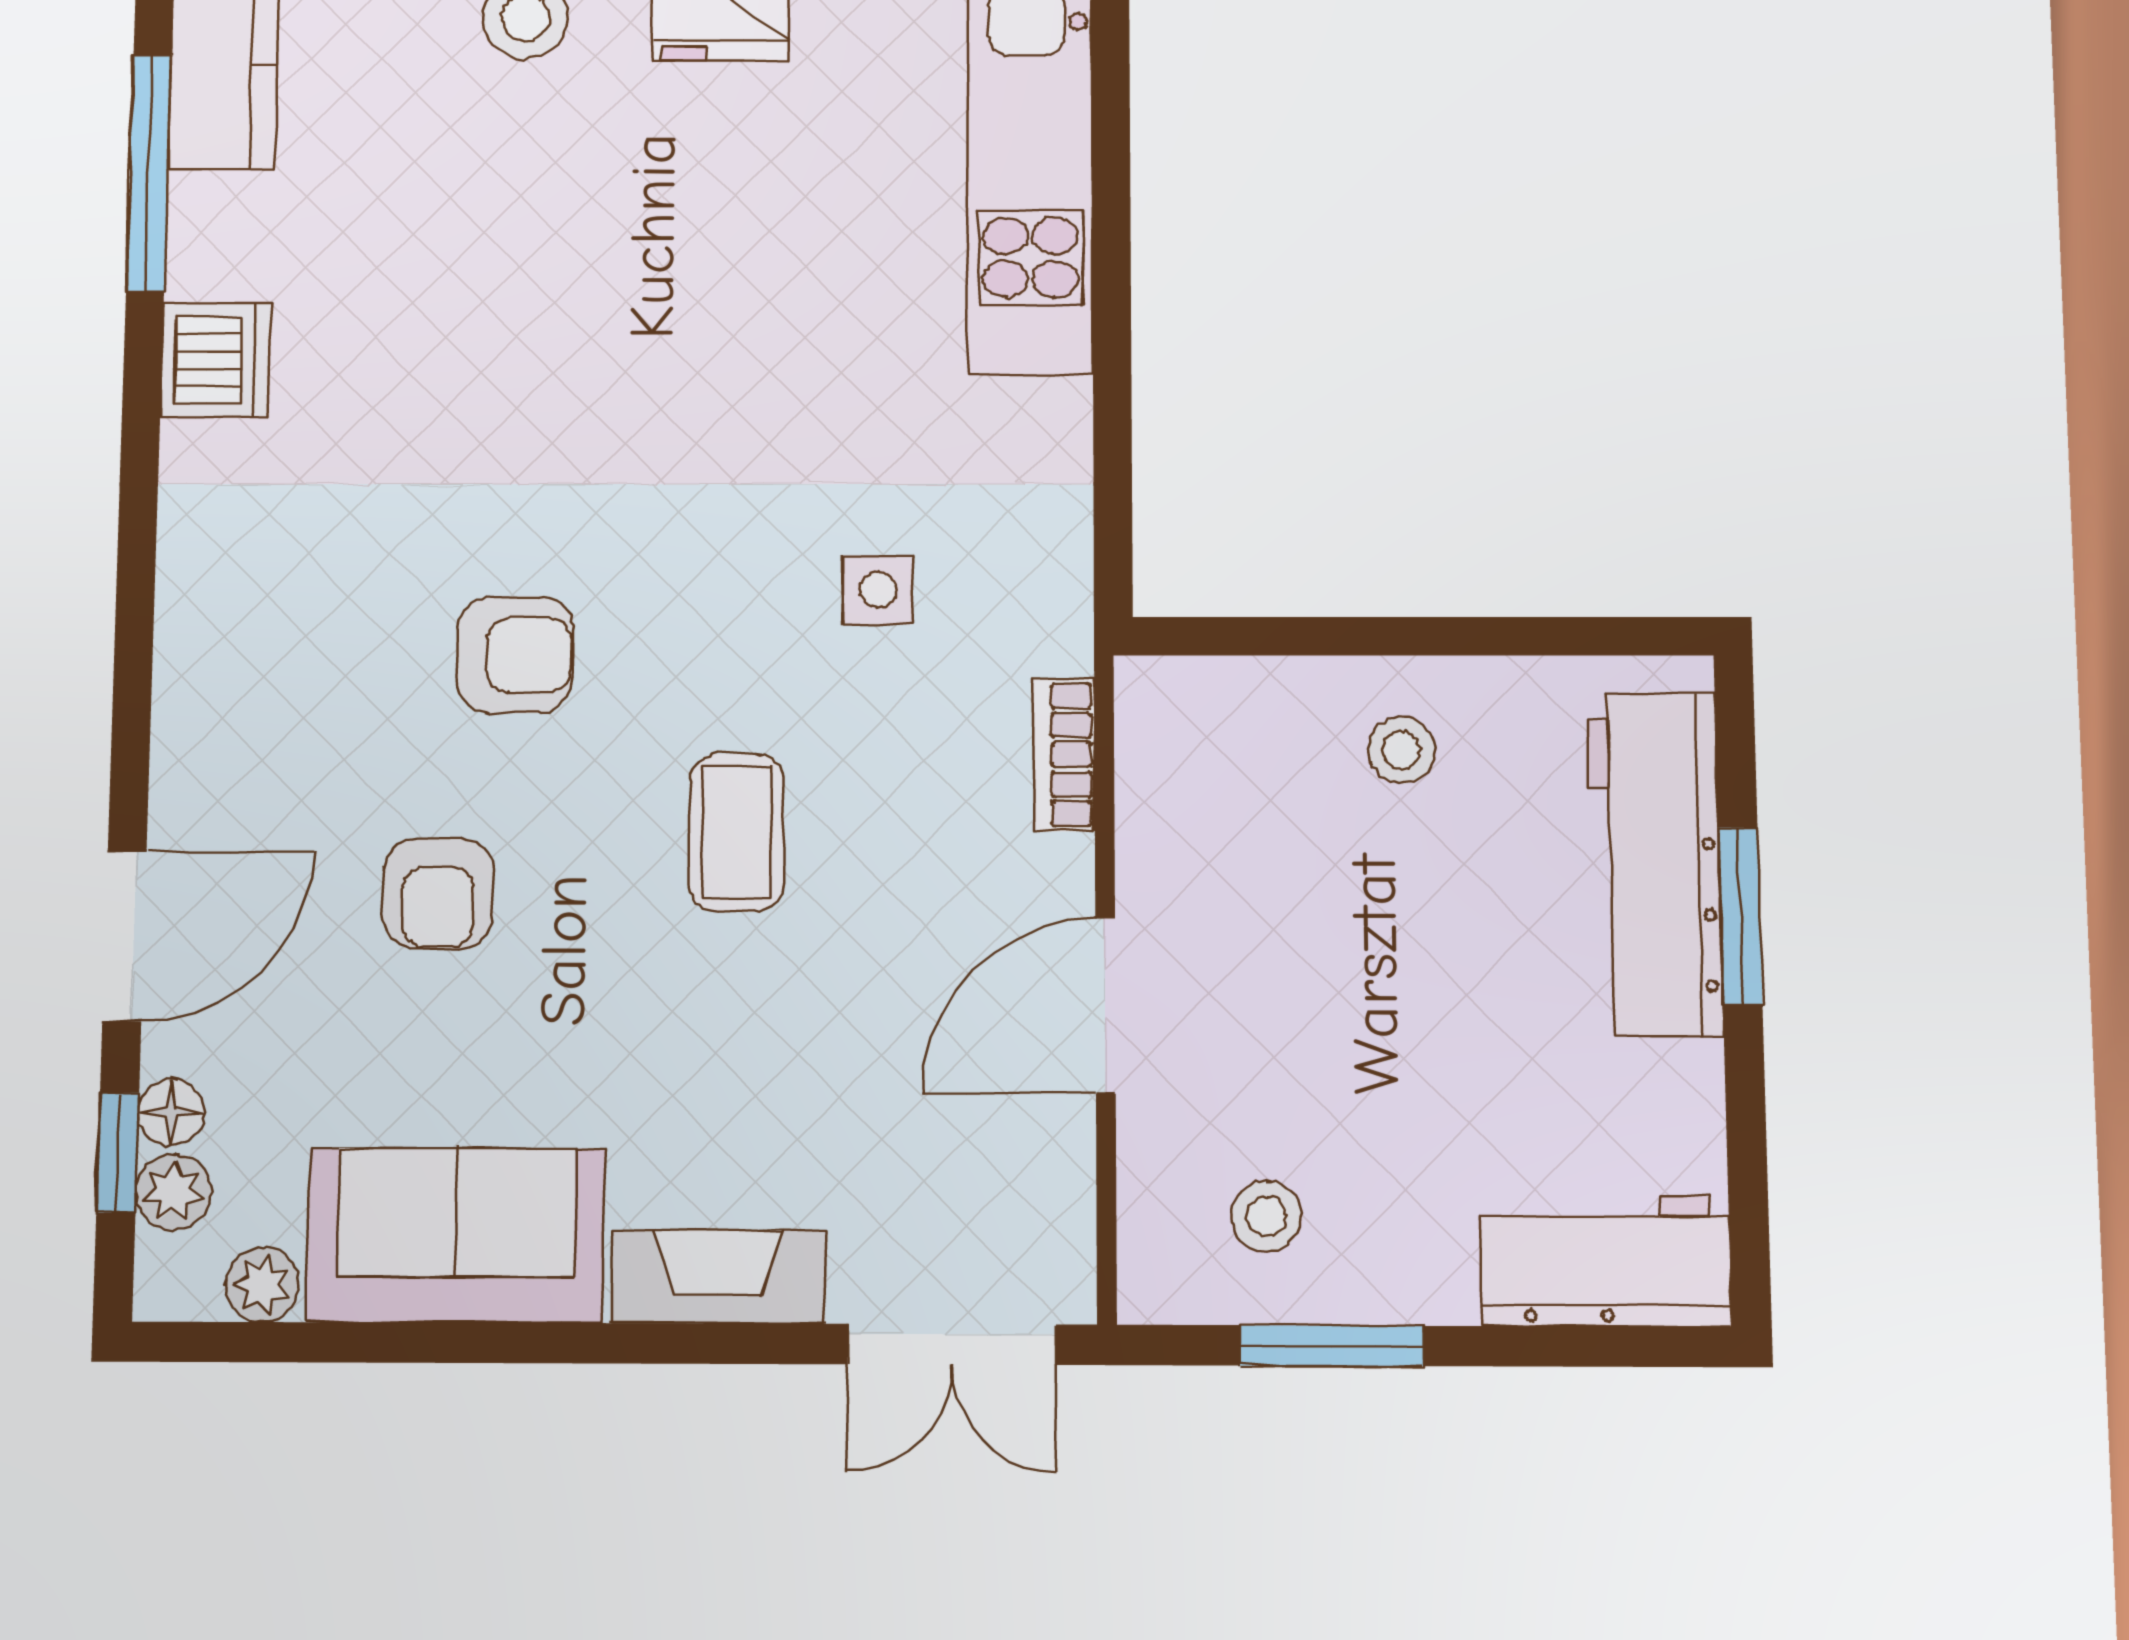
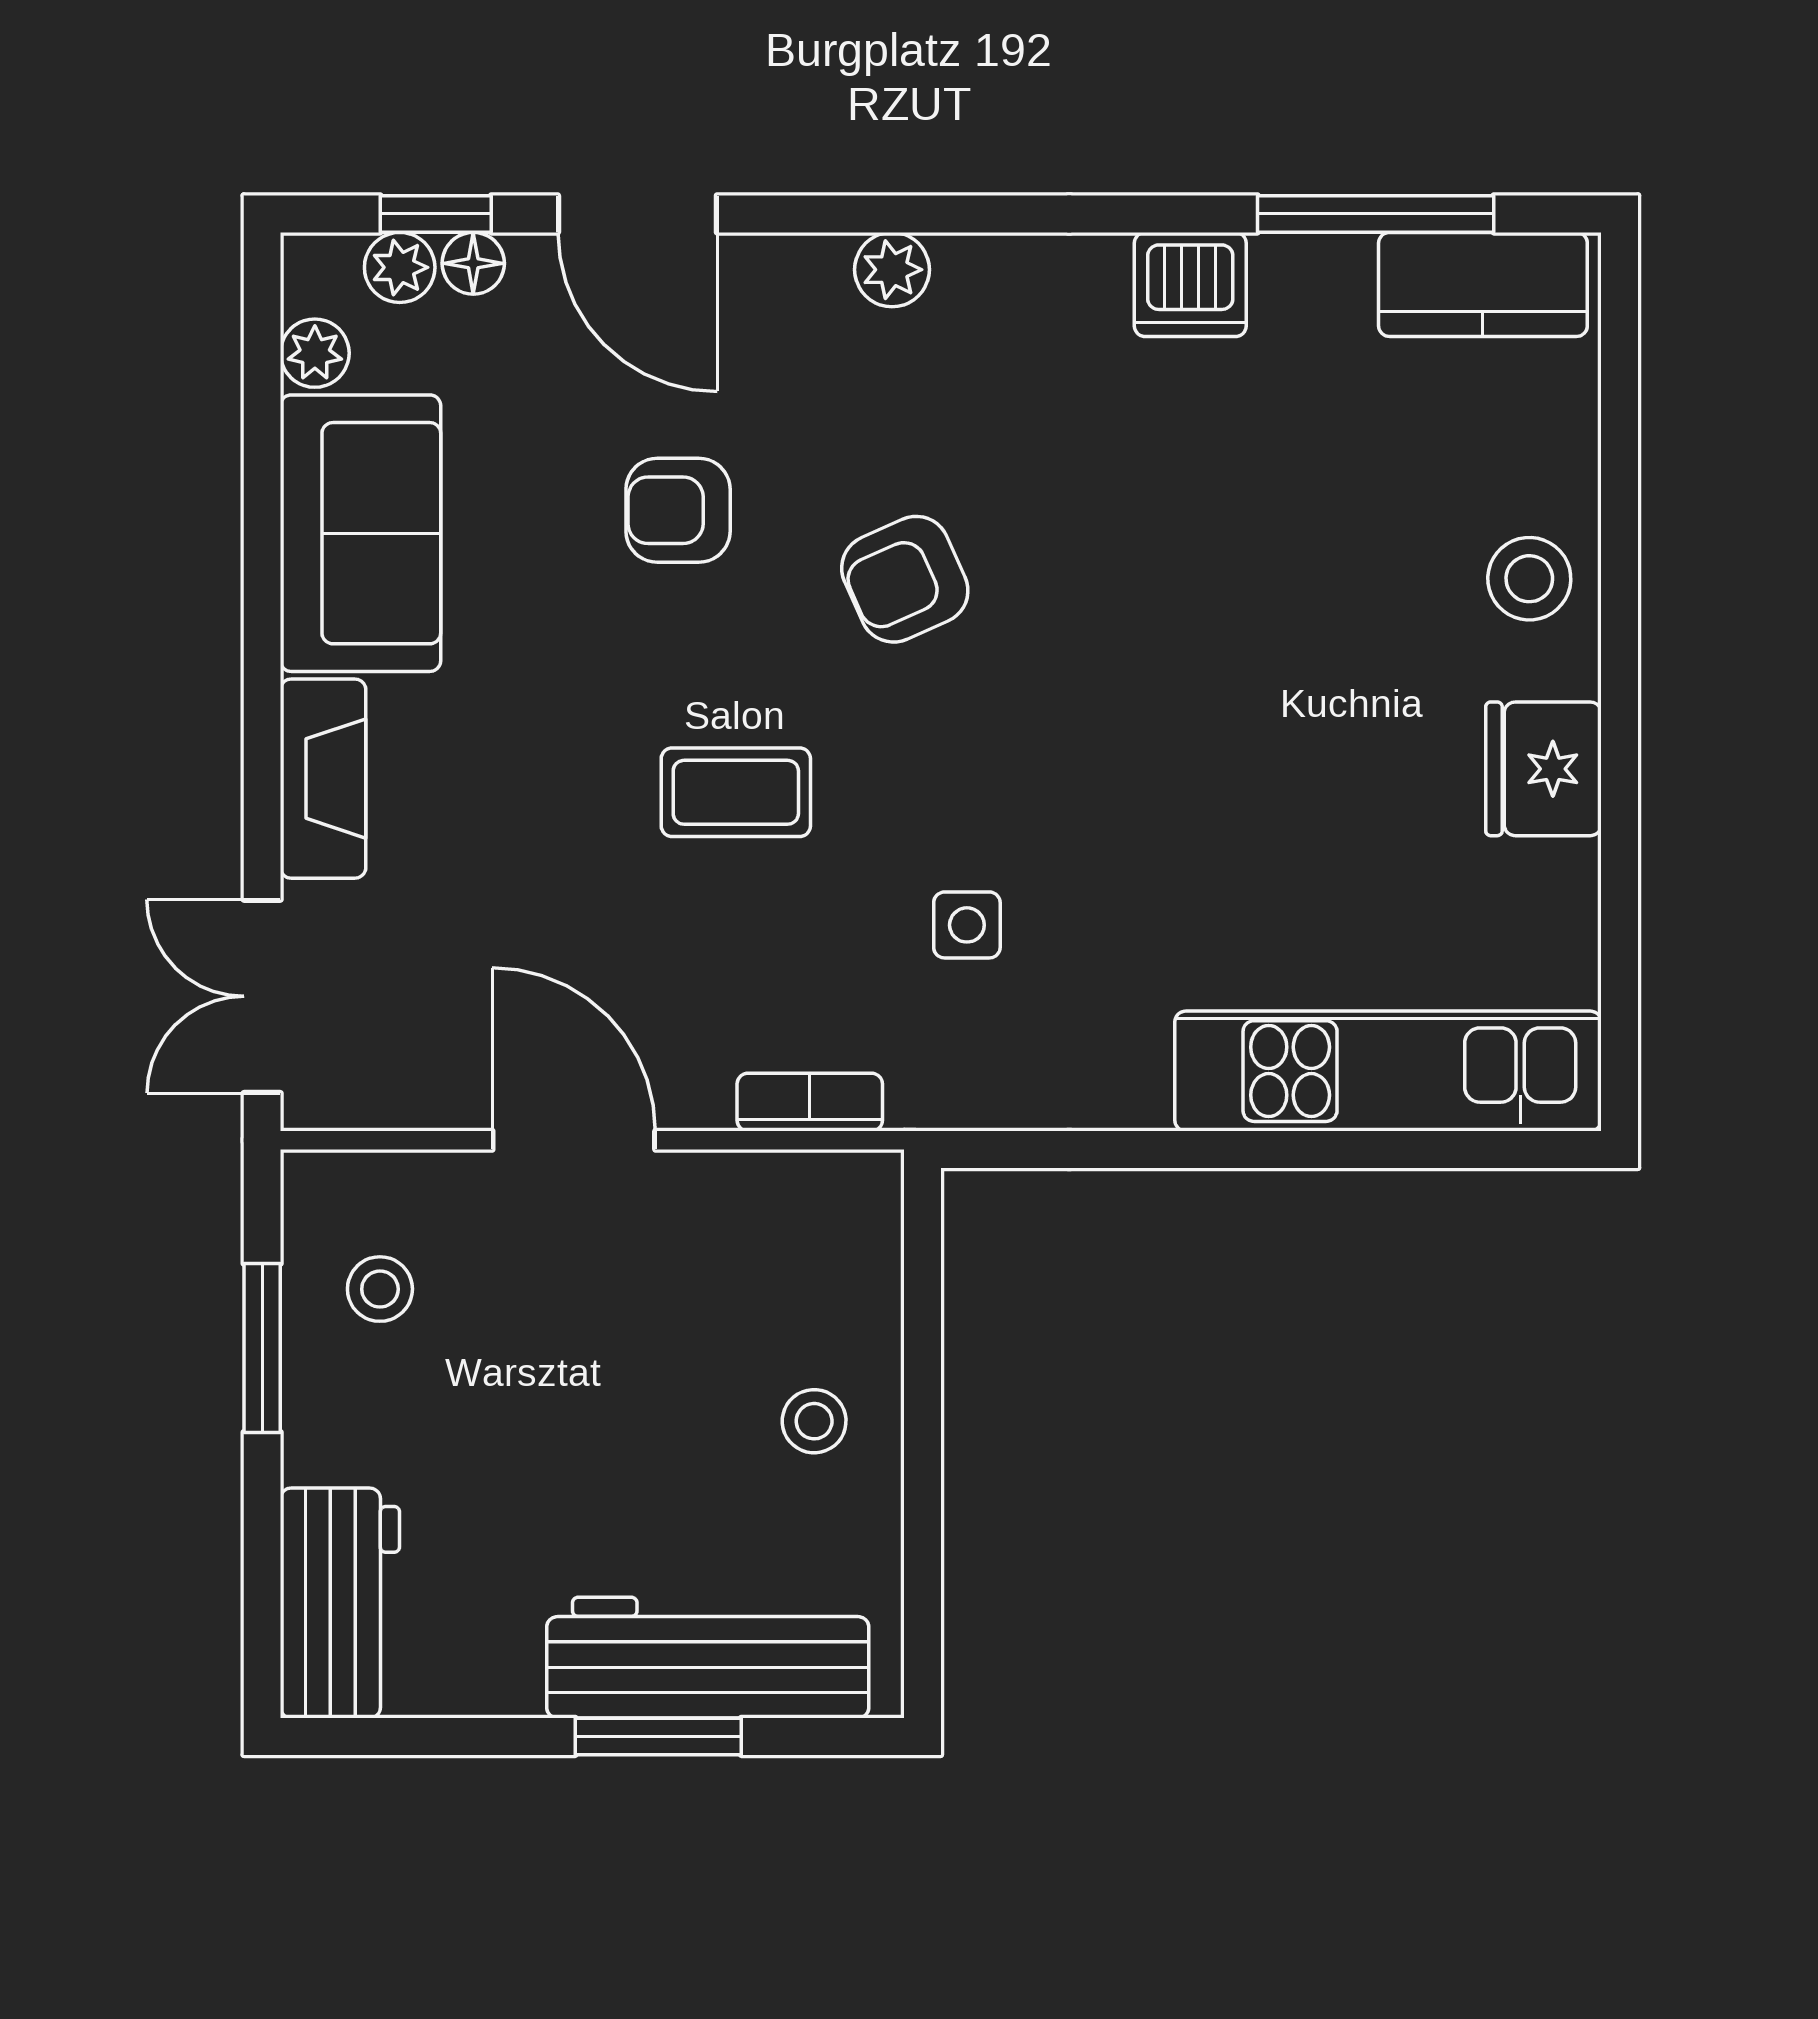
armchair: (515, 655) -> (905, 579), turned 66
plant: (191, 668) -> (892, 270), added

